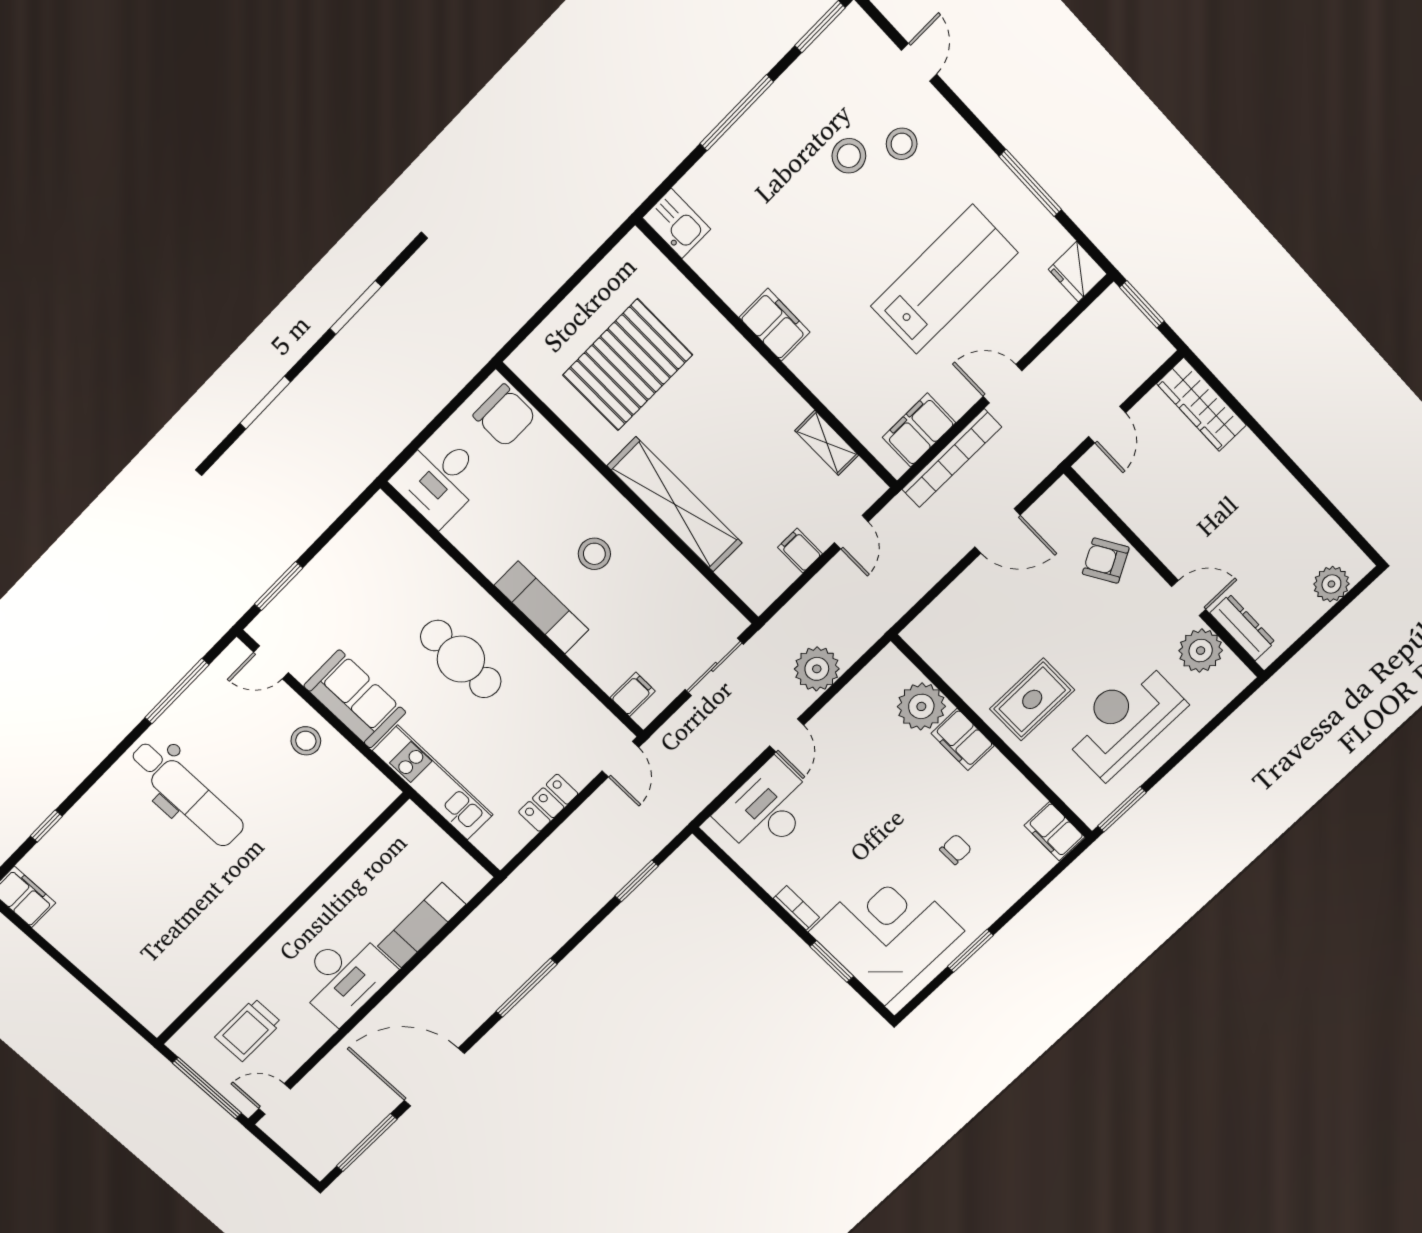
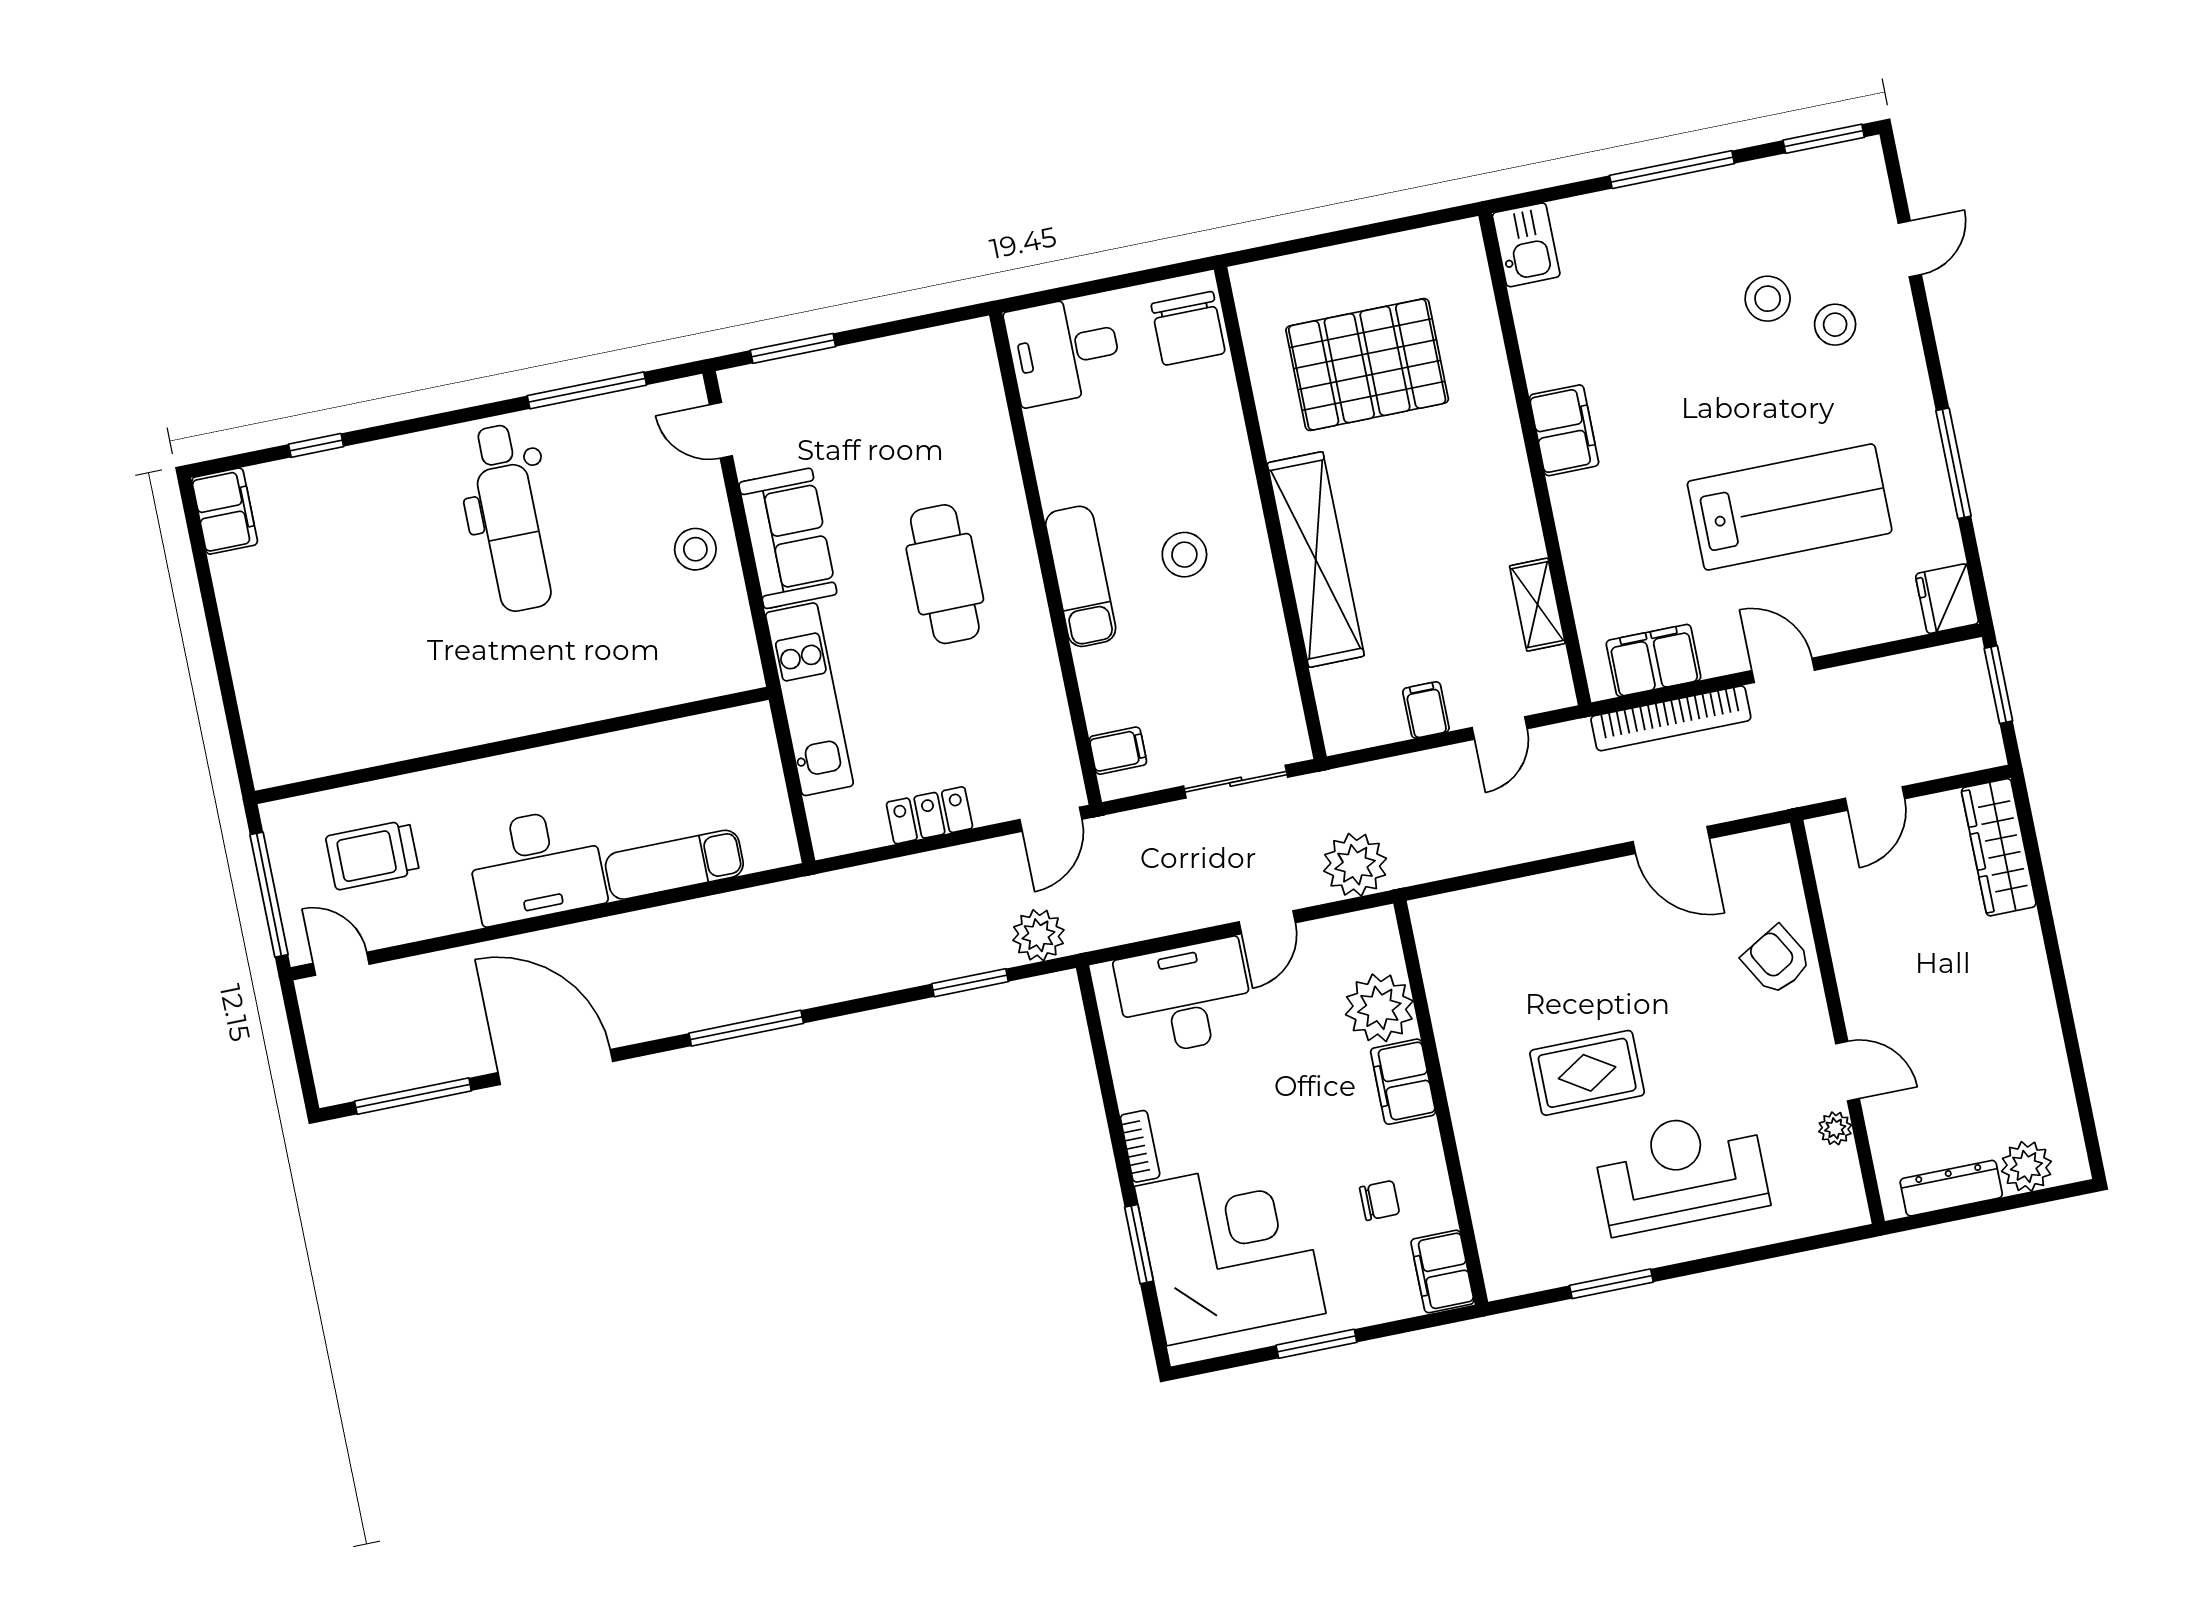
dresser: (1242, 627) -> (1951, 1188), moved, turned -90
plant: (1201, 651) -> (1835, 1128), width x0.53, depth x0.53
plant: (921, 706) -> (1379, 1008), moved
wall: (993, 737) -> (1441, 1103), moved
filing cabinet: (963, 739) -> (1403, 1082), moved
plant: (658, 829) -> (1038, 935), added
filing cabinet: (1054, 831) -> (1442, 1271), moved

